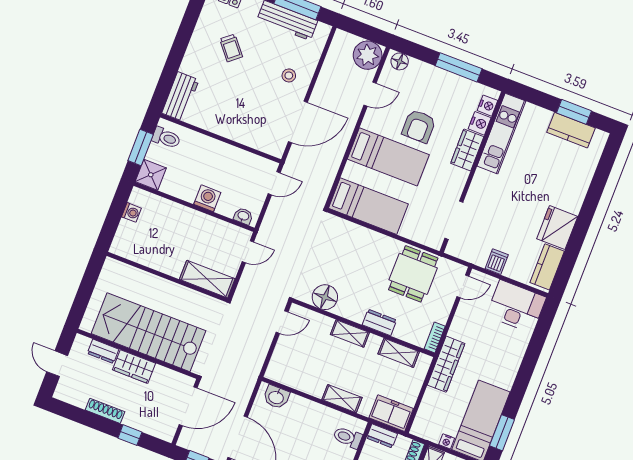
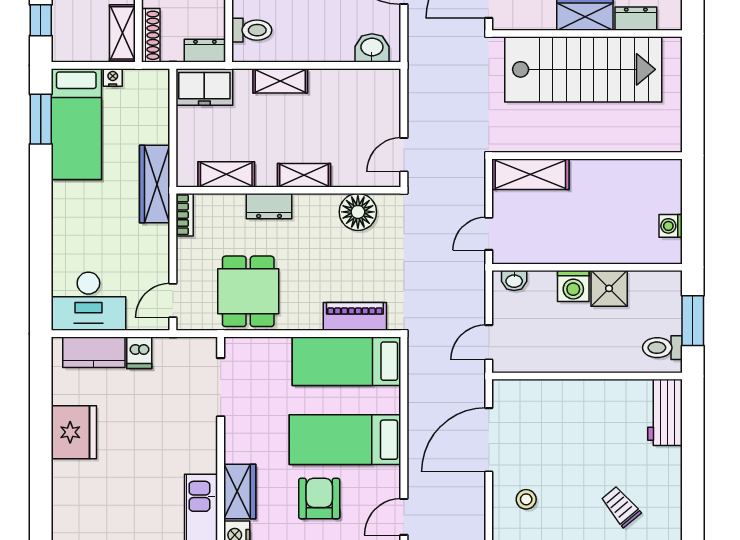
shower: (151, 175) -> (609, 288), moved
piano: (352, 232) -> (355, 316), added
kitchen counter: (547, 267) -> (94, 352), moved, turned 90

